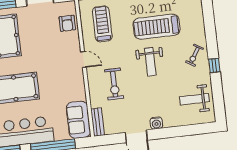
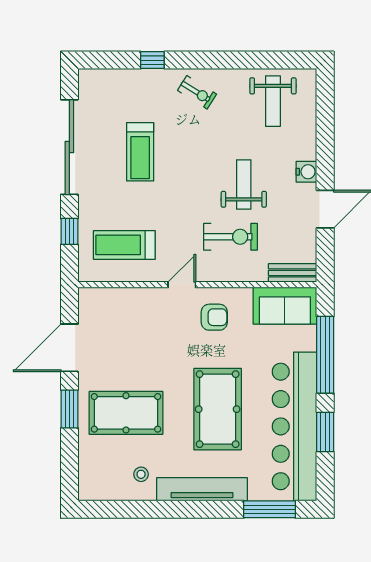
armchair: (67, 23) -> (214, 317), moved
treadmill: (157, 27) -> (140, 152), width x0.73, depth x0.73
weight bench: (150, 62) -> (244, 185), moved, turned -90
window: (214, 65) -> (152, 60), moved

